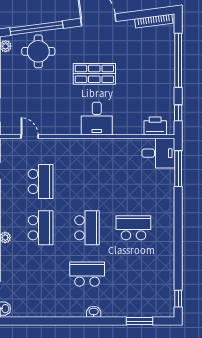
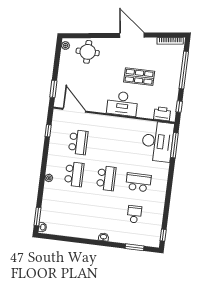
window: (36, 28) -> (88, 36), removed
shop shelf: (94, 74) -> (139, 77), moved
desk: (97, 119) -> (122, 104), width x1.37
door: (30, 137) -> (74, 110), width x1.87
desk: (158, 153) -> (157, 141), width x1.87, depth x1.30
school desk: (87, 274) -> (134, 214), moved, width x0.54

